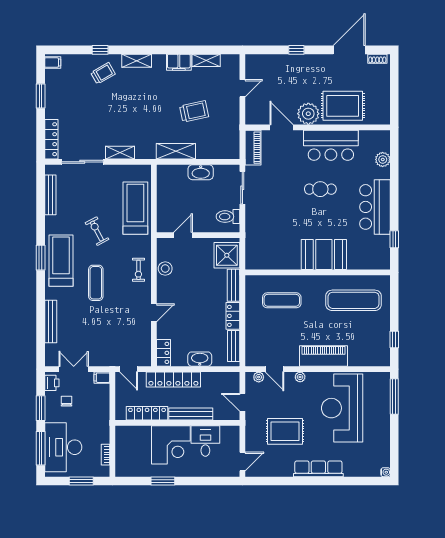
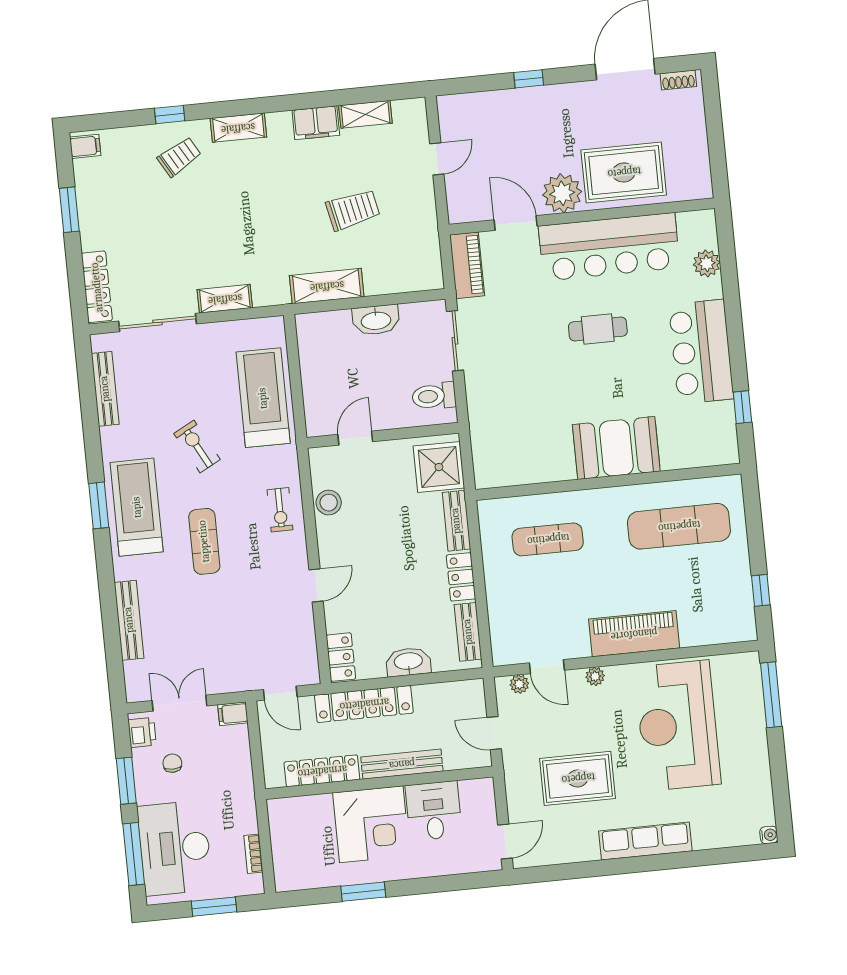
bar counter: (331, 145) -> (609, 247), width x1.36

